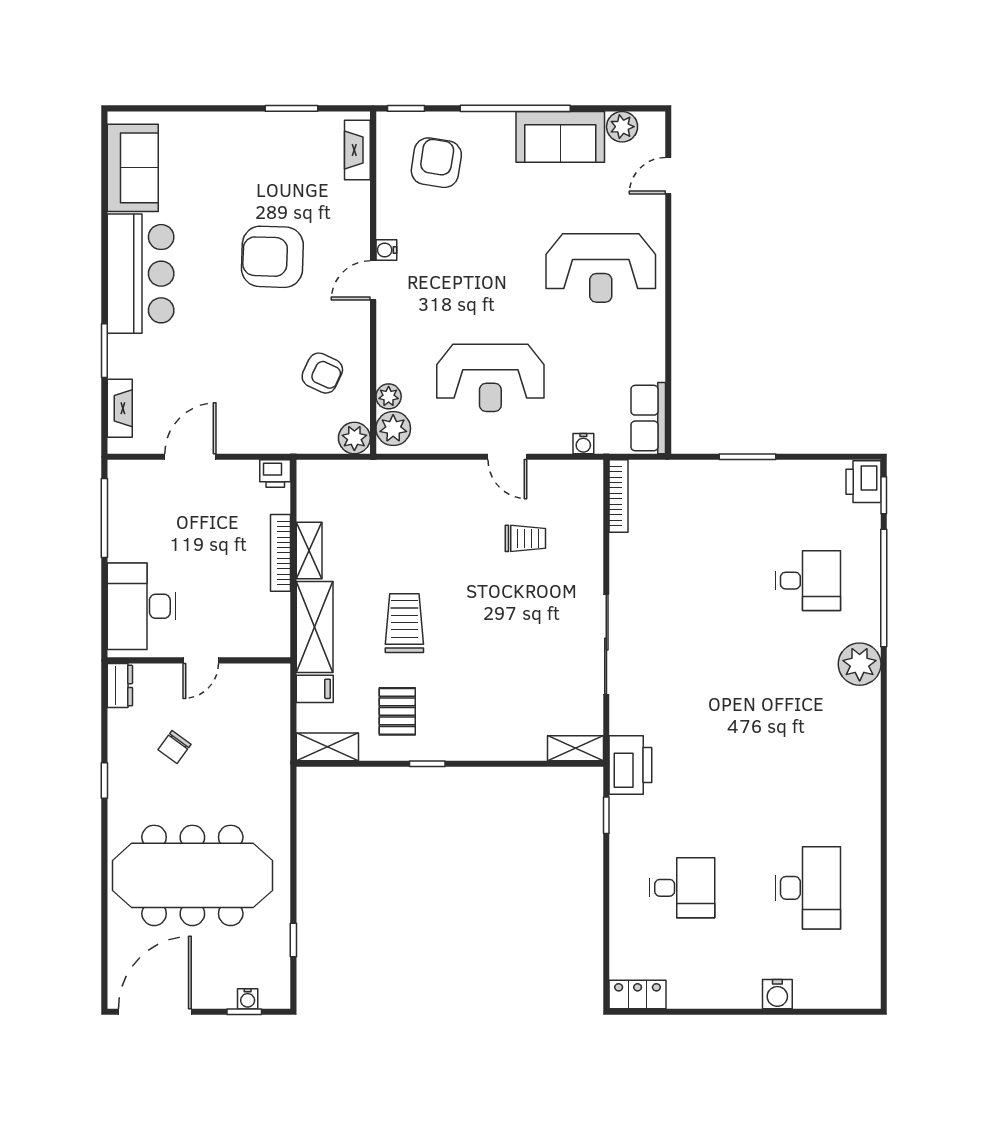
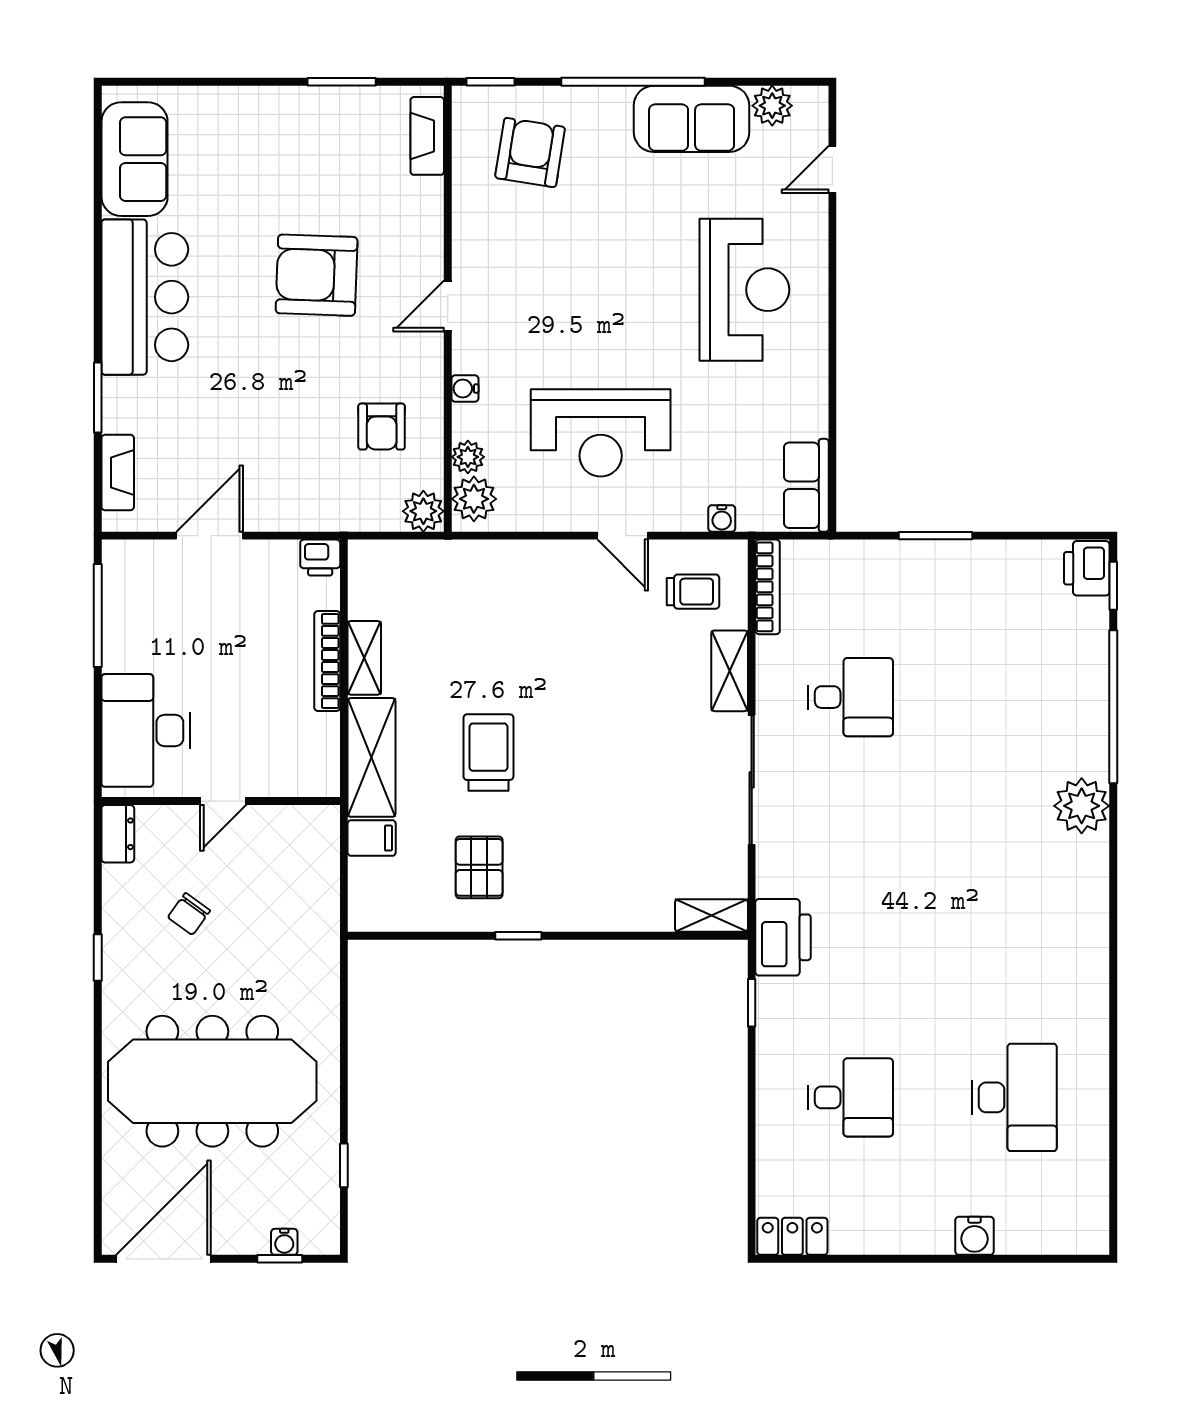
water cooler: (386, 250) -> (465, 389), moved
reception desk: (601, 268) -> (744, 290), turned -90
armchair: (322, 373) -> (382, 427), turned 65
trolley: (525, 538) -> (693, 592), moved
desk: (808, 581) -> (850, 697), moved
shelving: (327, 747) -> (730, 671), moved, turned 90

